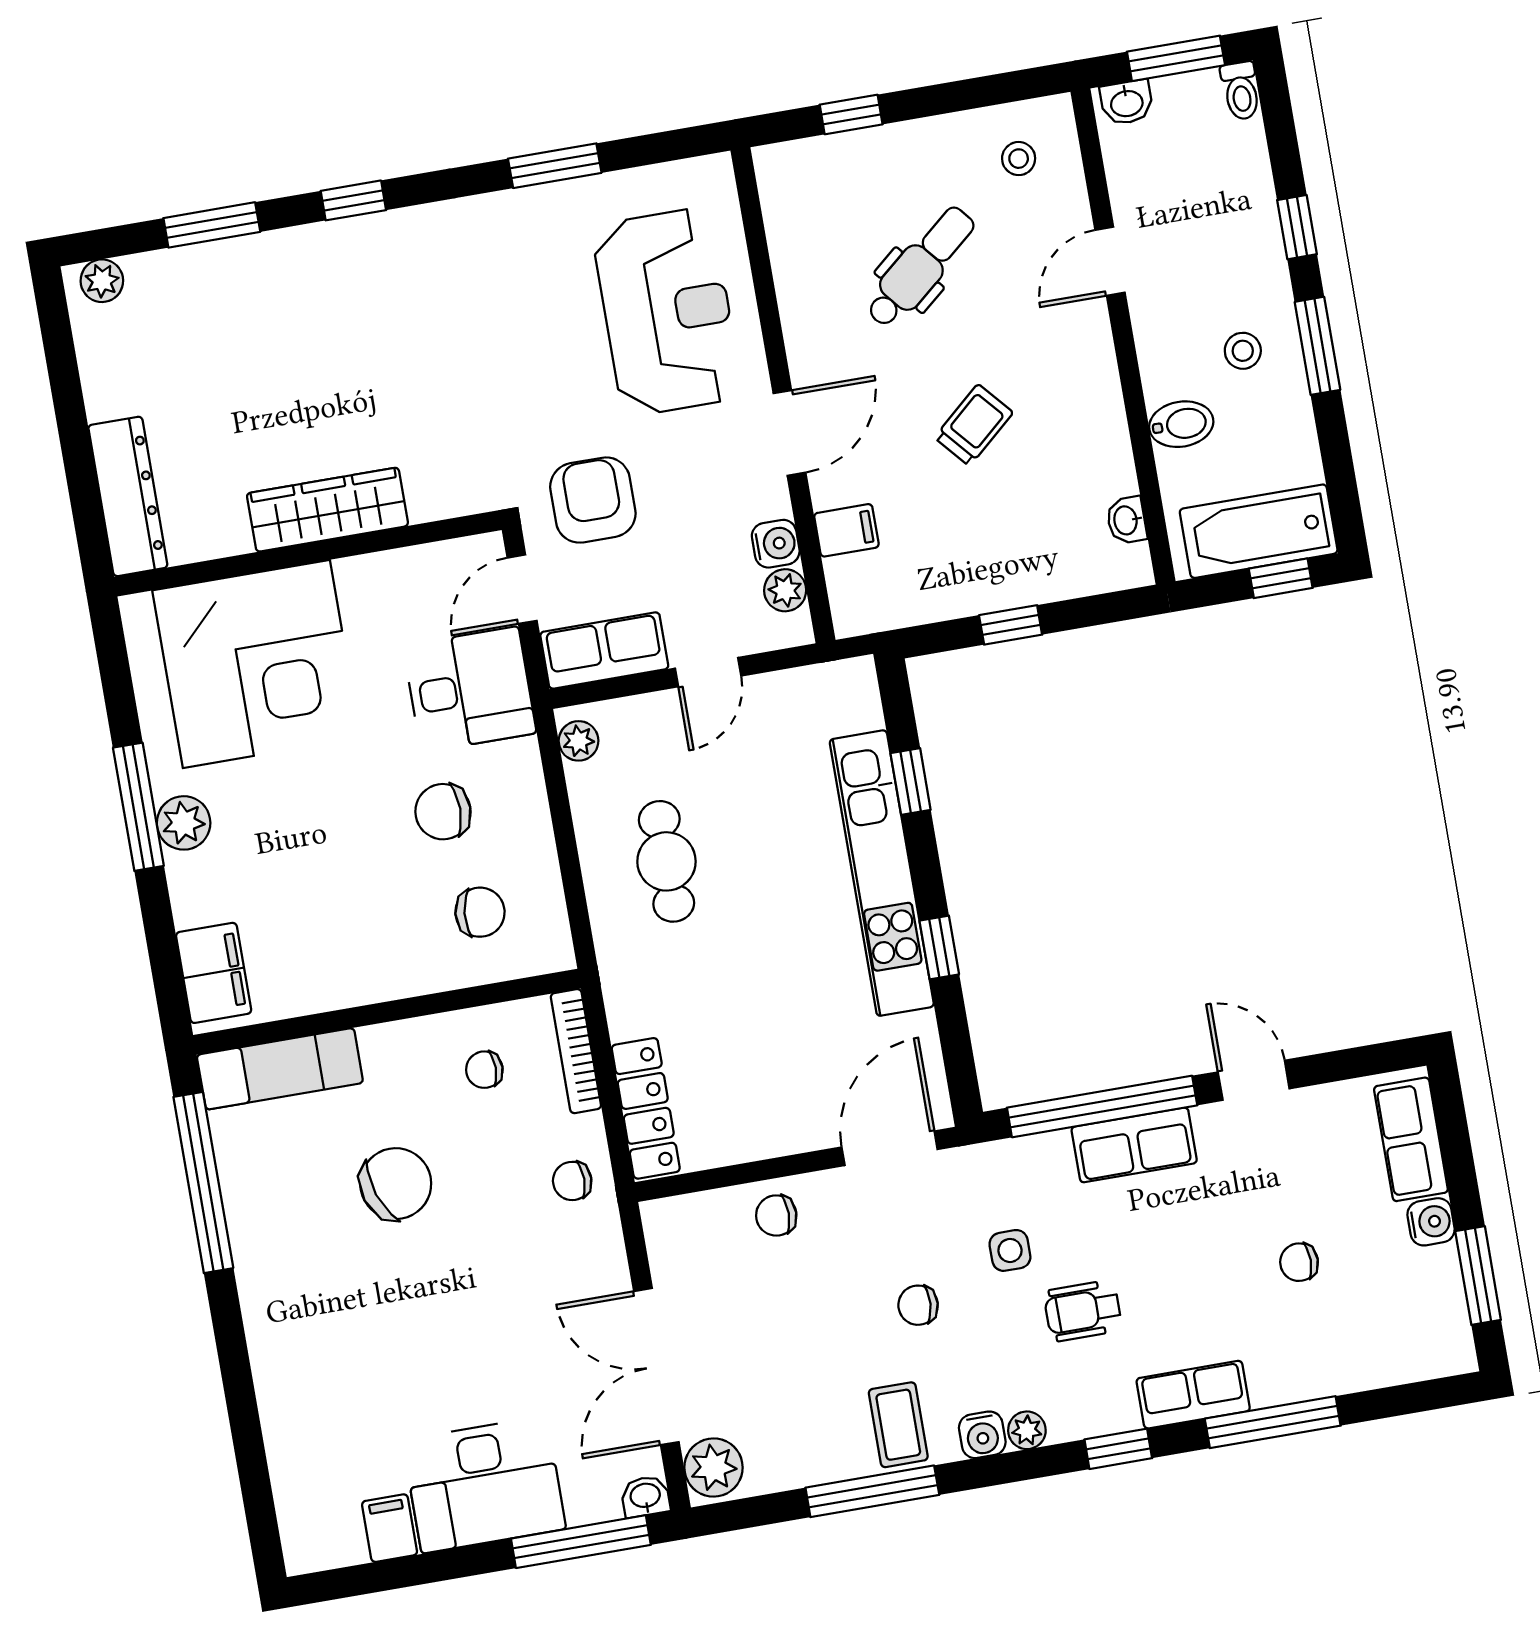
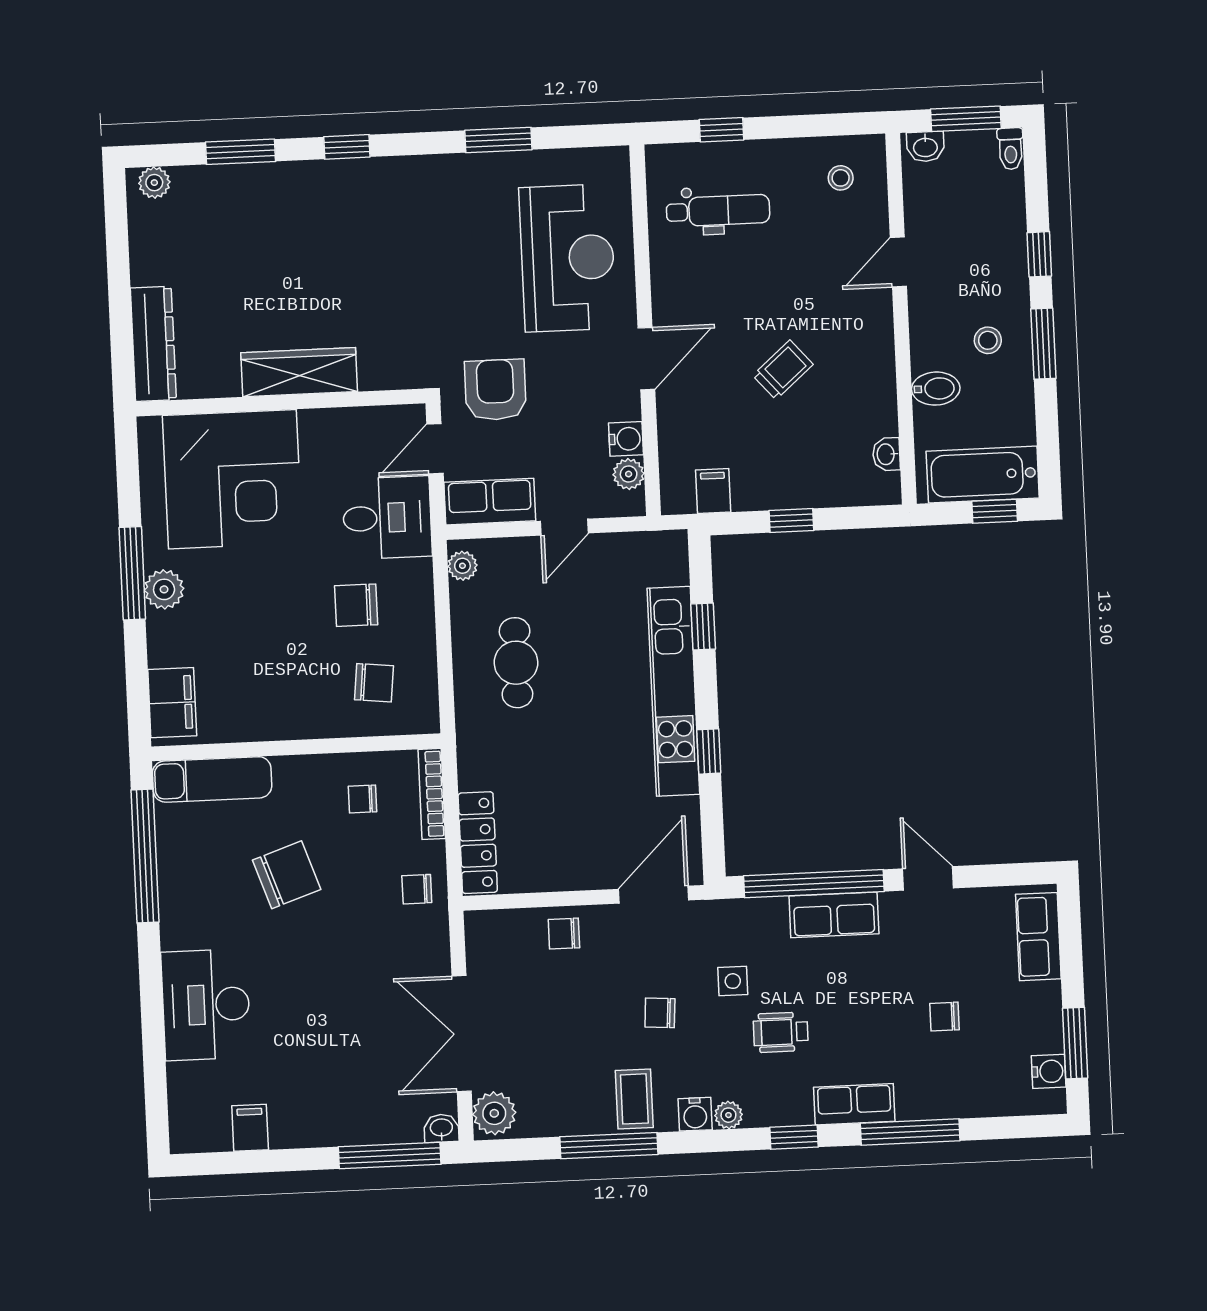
dental chair: (920, 267) -> (718, 211), moved, turned 40
filing cabinet: (846, 530) -> (713, 491), moved, turned -90
water cooler: (1431, 1222) -> (1049, 1071), moved
desk: (484, 1485) -> (206, 1005), moved, turned 90

